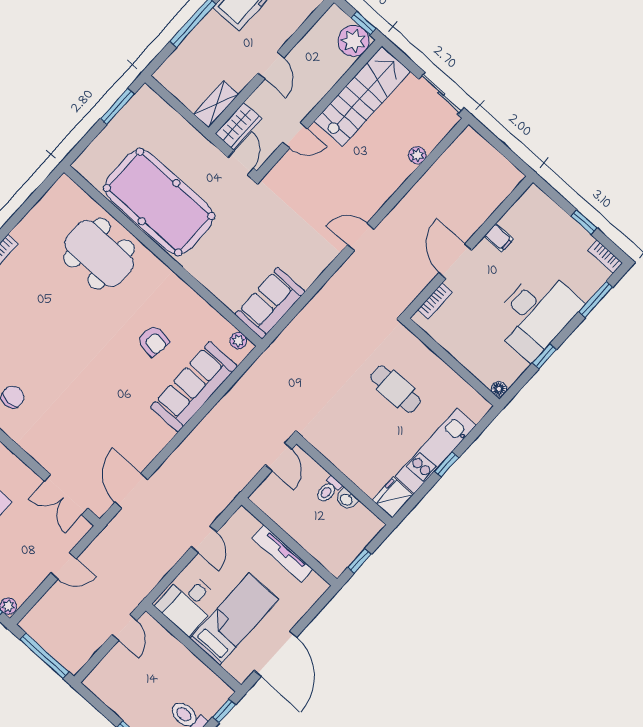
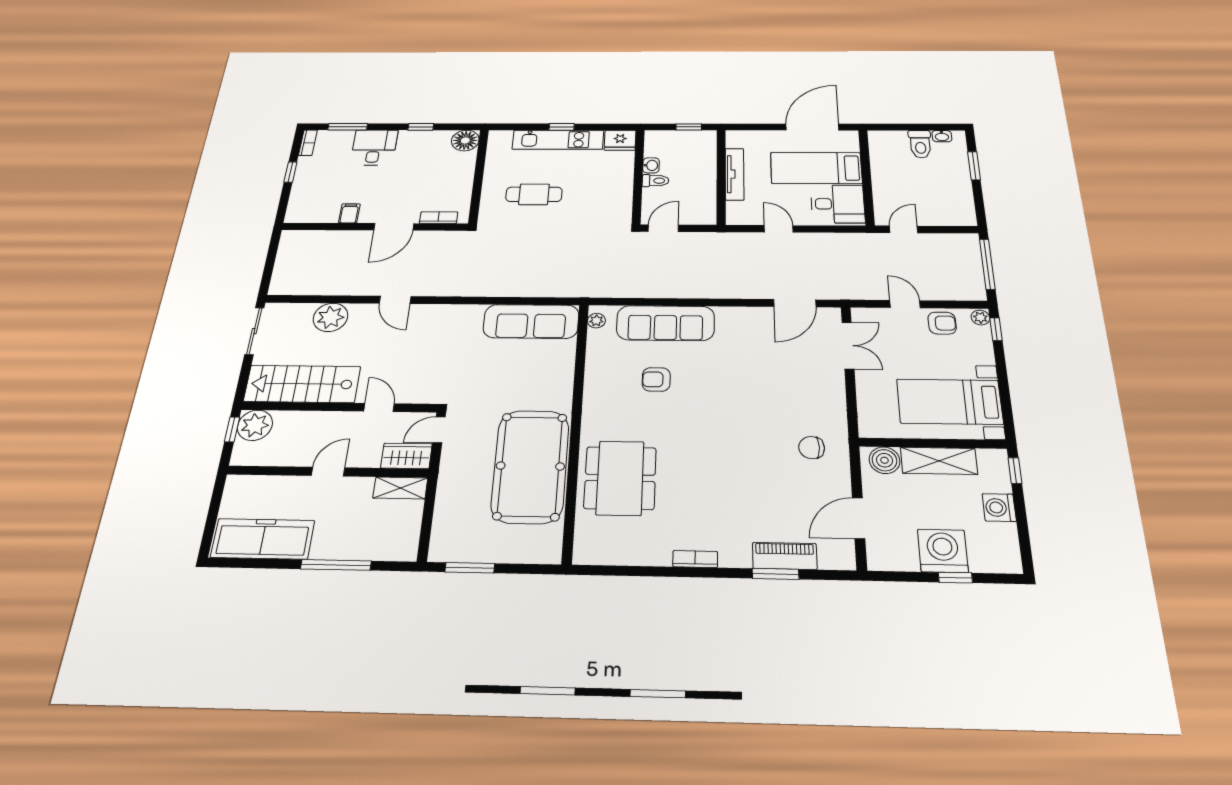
plant: (417, 155) -> (330, 317), width x1.88, depth x1.88
door: (361, 237) -> (395, 300), moved
sofa: (270, 303) -> (531, 321), width x1.36
desk: (536, 314) -> (374, 147), width x0.53, depth x0.77
armchair: (153, 341) -> (656, 379), turned -98
cafe table: (396, 389) -> (534, 194), turned 90
floor lamp: (499, 389) -> (465, 140), width x1.89, depth x1.89
door: (204, 539) -> (779, 229), hinge flipped
armchair: (27, 576) -> (942, 323), added
window: (224, 711) -> (889, 127), removed

